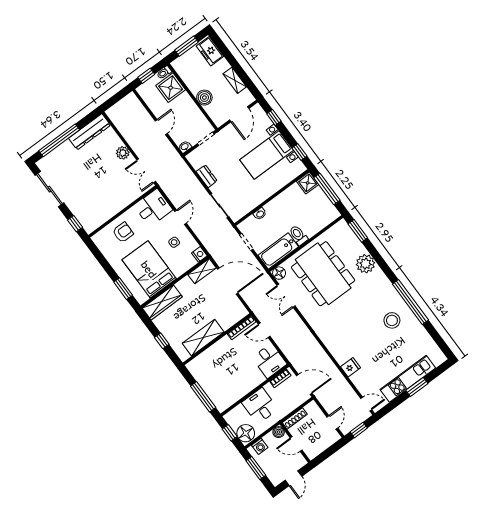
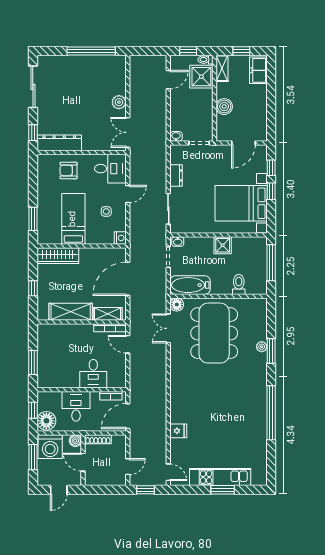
window: (186, 46) -> (241, 51), width x0.67
shelving: (235, 80) -> (222, 68), moved
door: (161, 127) -> (168, 80), moved
dresser: (90, 132) -> (59, 143), moved, turned 180
window: (59, 140) -> (91, 51), moved
window: (299, 152) -> (271, 191), moved
bed with nightstands: (267, 155) -> (241, 203), width x1.36
shower: (308, 183) -> (223, 245), moved
washbasin: (260, 214) -> (178, 242), moved
window: (358, 231) -> (271, 351), moved
armchair: (123, 232) -> (69, 170), turned 180
toilet: (298, 235) -> (239, 284), moved
plant: (366, 264) -> (262, 347), width x0.53, depth x0.53
bed: (149, 269) -> (73, 219), width x0.67
shelving: (202, 271) -> (108, 314), moved
door: (228, 281) -> (128, 279), swing flipped
stool: (392, 320) -> (244, 417), removed
desk: (269, 361) -> (93, 374), moved
door: (304, 384) -> (128, 416), swing flipped
window: (203, 397) -> (33, 362), width x0.69
washing machine: (260, 446) -> (50, 447), width x1.89, depth x1.89

